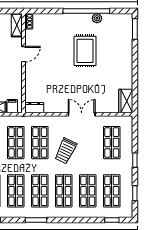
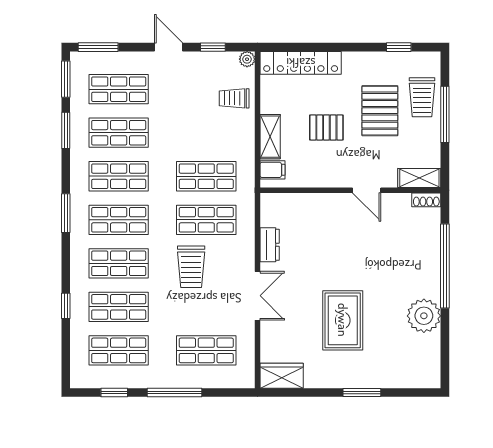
window: (86, 11) -> (445, 266), moved
plant: (97, 18) -> (424, 316), width x1.88, depth x1.88
window: (135, 29) -> (362, 392), moved
rug: (85, 51) -> (343, 320), moved, turned 90
dresser: (34, 108) -> (270, 245), moved
trolley: (66, 151) -> (191, 267), turned -116
window: (135, 160) -> (174, 392), width x2.17
window: (112, 220) -> (66, 306), moved

